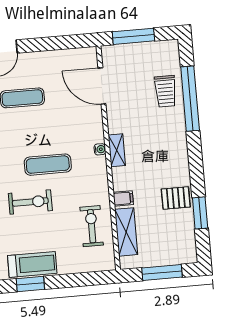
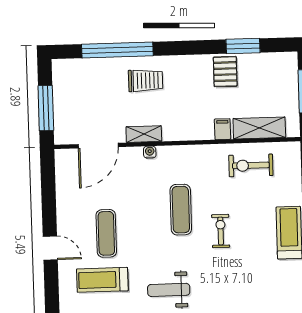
trolley: (165, 91) -> (145, 81), moved
water cooler: (100, 149) -> (150, 152), moved
shelving: (117, 150) -> (144, 134), moved
exercise bike: (30, 202) -> (221, 231), width x0.73, depth x0.72

